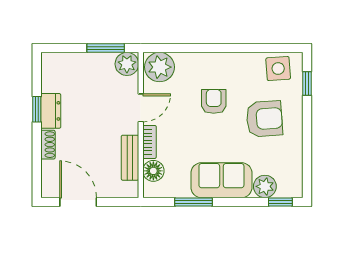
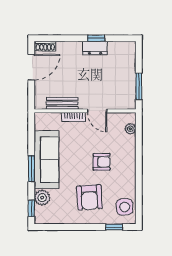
plant: (127, 64) -> (128, 101), removed
plant: (159, 67) -> (130, 129), width x0.53, depth x0.53
shoe rack: (48, 145) -> (45, 46), moved
floor lamp: (153, 171) -> (53, 120), removed
sofa: (221, 180) -> (47, 160), width x1.36
window: (193, 202) -> (31, 169), moved

